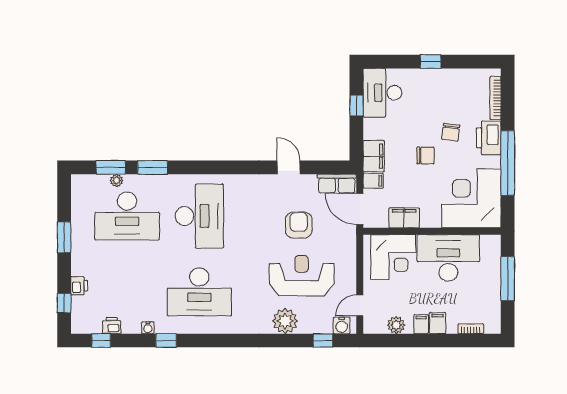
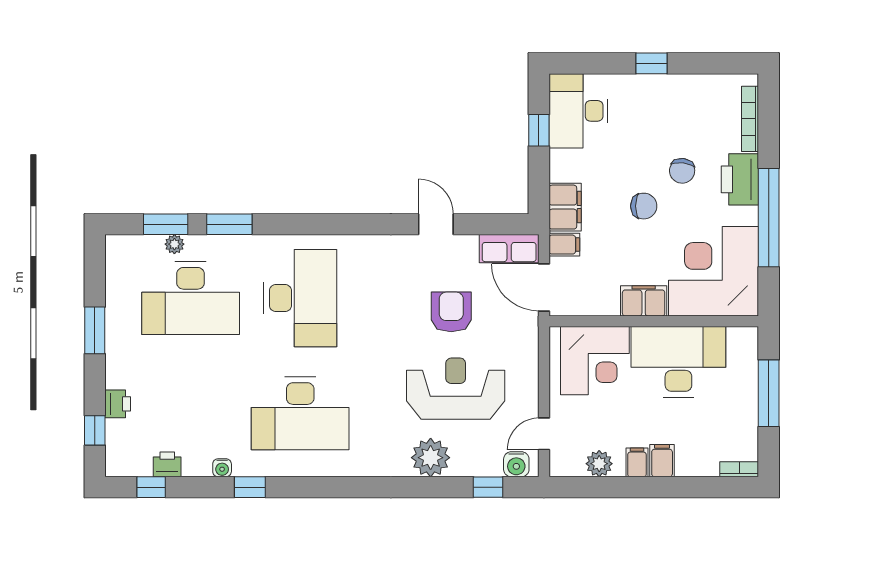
filing cabinet: (404, 218) -> (644, 301), moved
bookcase: (471, 329) -> (739, 469), moved

